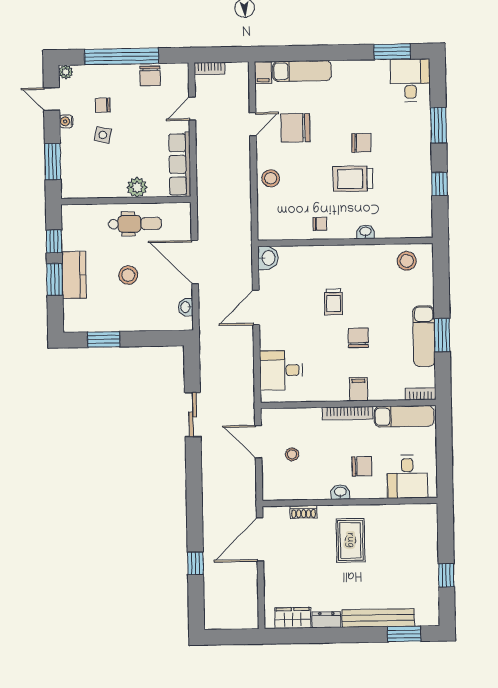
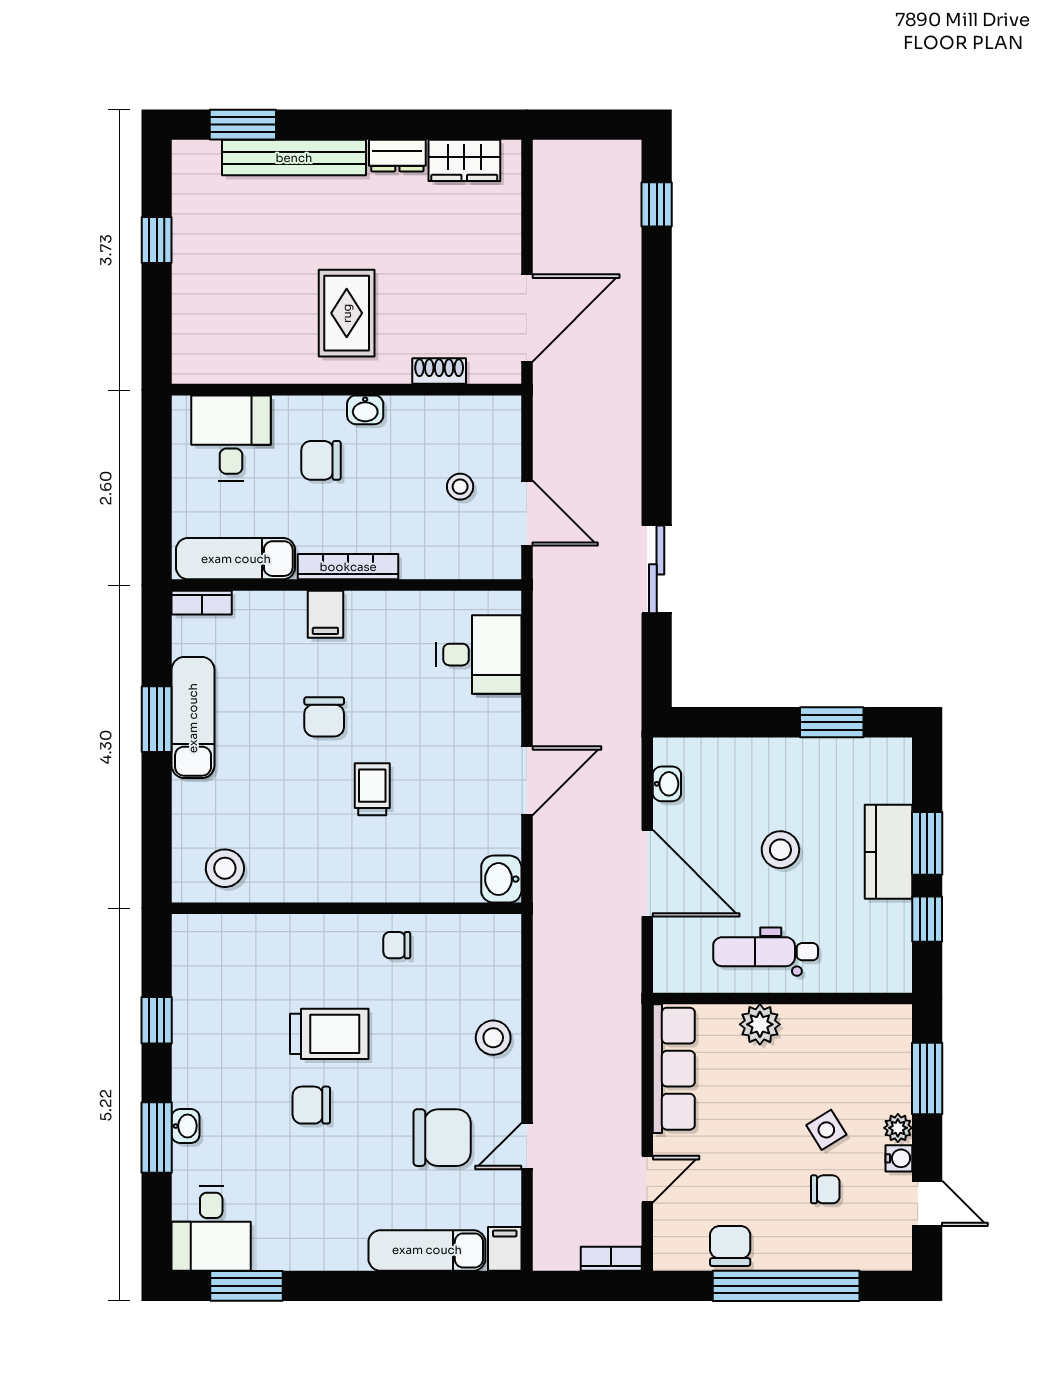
plant: (66, 72) -> (898, 1128), moved
side table: (103, 135) -> (826, 1130), turned 45
washbasin: (365, 232) -> (186, 1126), moved, turned -90
window: (195, 563) -> (657, 204), moved

